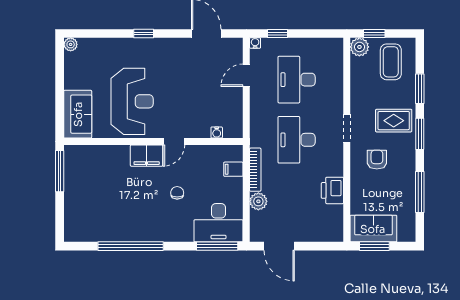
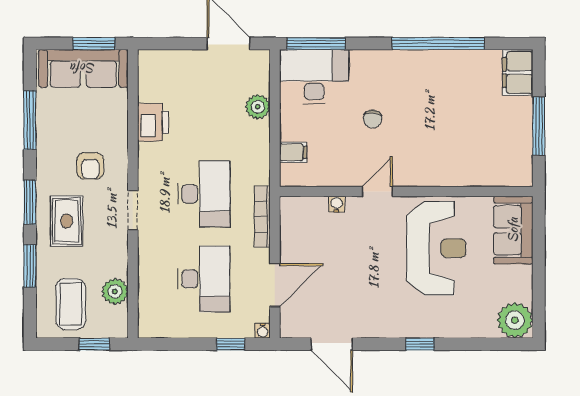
plant: (71, 44) -> (515, 320), width x1.87, depth x1.87
plant: (359, 47) -> (115, 291), moved
door: (246, 75) -> (275, 285), width x1.38
reception desk: (132, 101) -> (436, 248), turned 180
rug: (394, 121) -> (67, 221), turned 90
water cooler: (217, 132) -> (337, 204), moved
filing cabinet: (147, 156) -> (518, 73), moved, turned -90
bookcase: (255, 170) -> (262, 217), moved
window: (60, 171) -> (539, 126), moved
sofa: (373, 229) -> (83, 68), width x1.36

